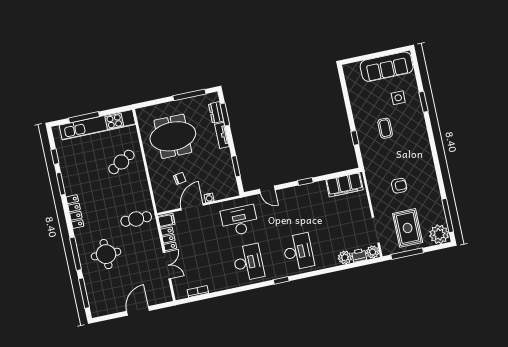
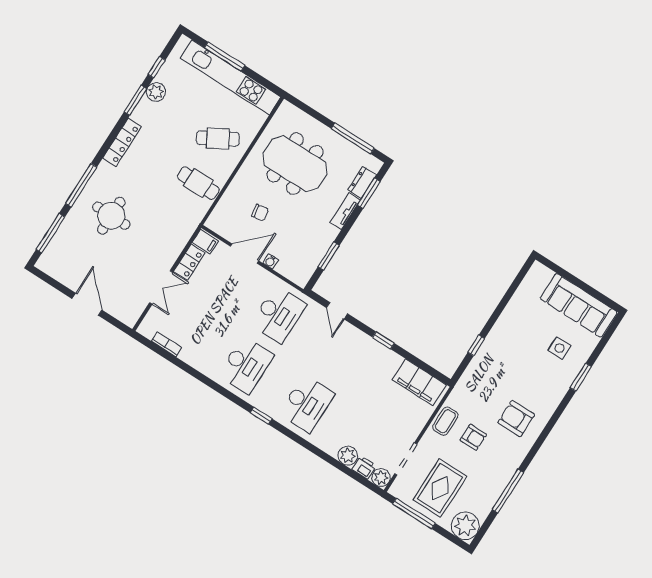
coffee table: (385, 128) -> (445, 421), moved
armchair: (411, 155) -> (516, 419), added
plant: (67, 169) -> (156, 92), added
window: (448, 215) -> (508, 491), moved
cafe table: (136, 219) -> (198, 183), moved
desk: (239, 221) -> (278, 314), turned 90
door: (138, 311) -> (87, 304), hinge flipped

